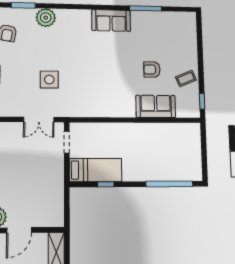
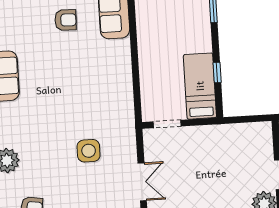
armchair: (152, 69) -> (65, 20), turned -88
double door: (39, 120) -> (142, 182), moved

